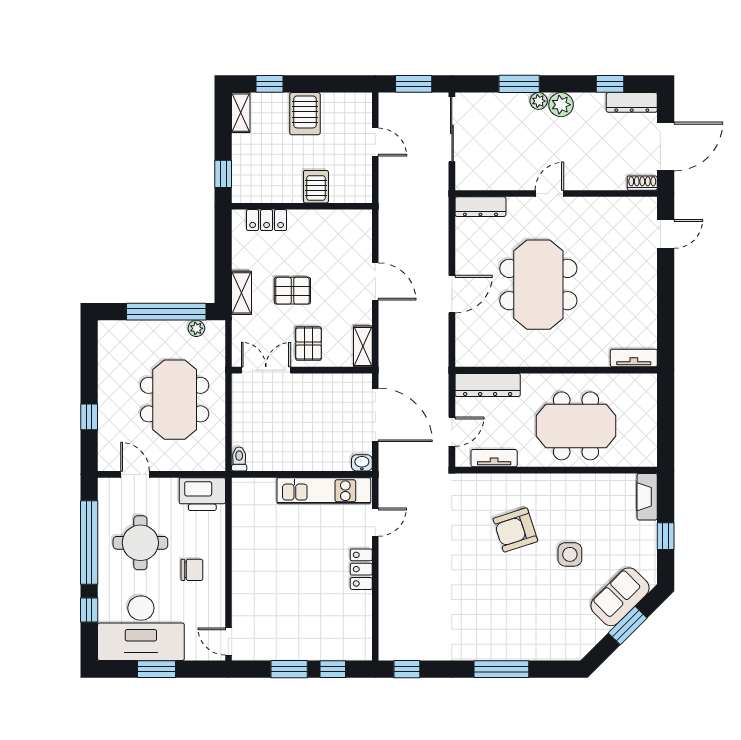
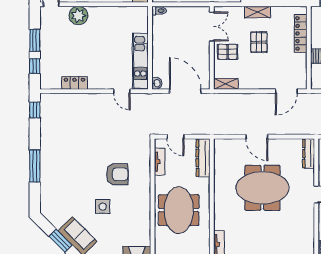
locker: (267, 220) -> (301, 33), width x1.53
door: (375, 281) -> (286, 91), moved
door: (375, 415) -> (185, 91), swing flipped
armchair: (515, 530) -> (117, 174), turned 108
locker: (361, 569) -> (74, 83), moved
plant: (247, 595) -> (78, 16), added

